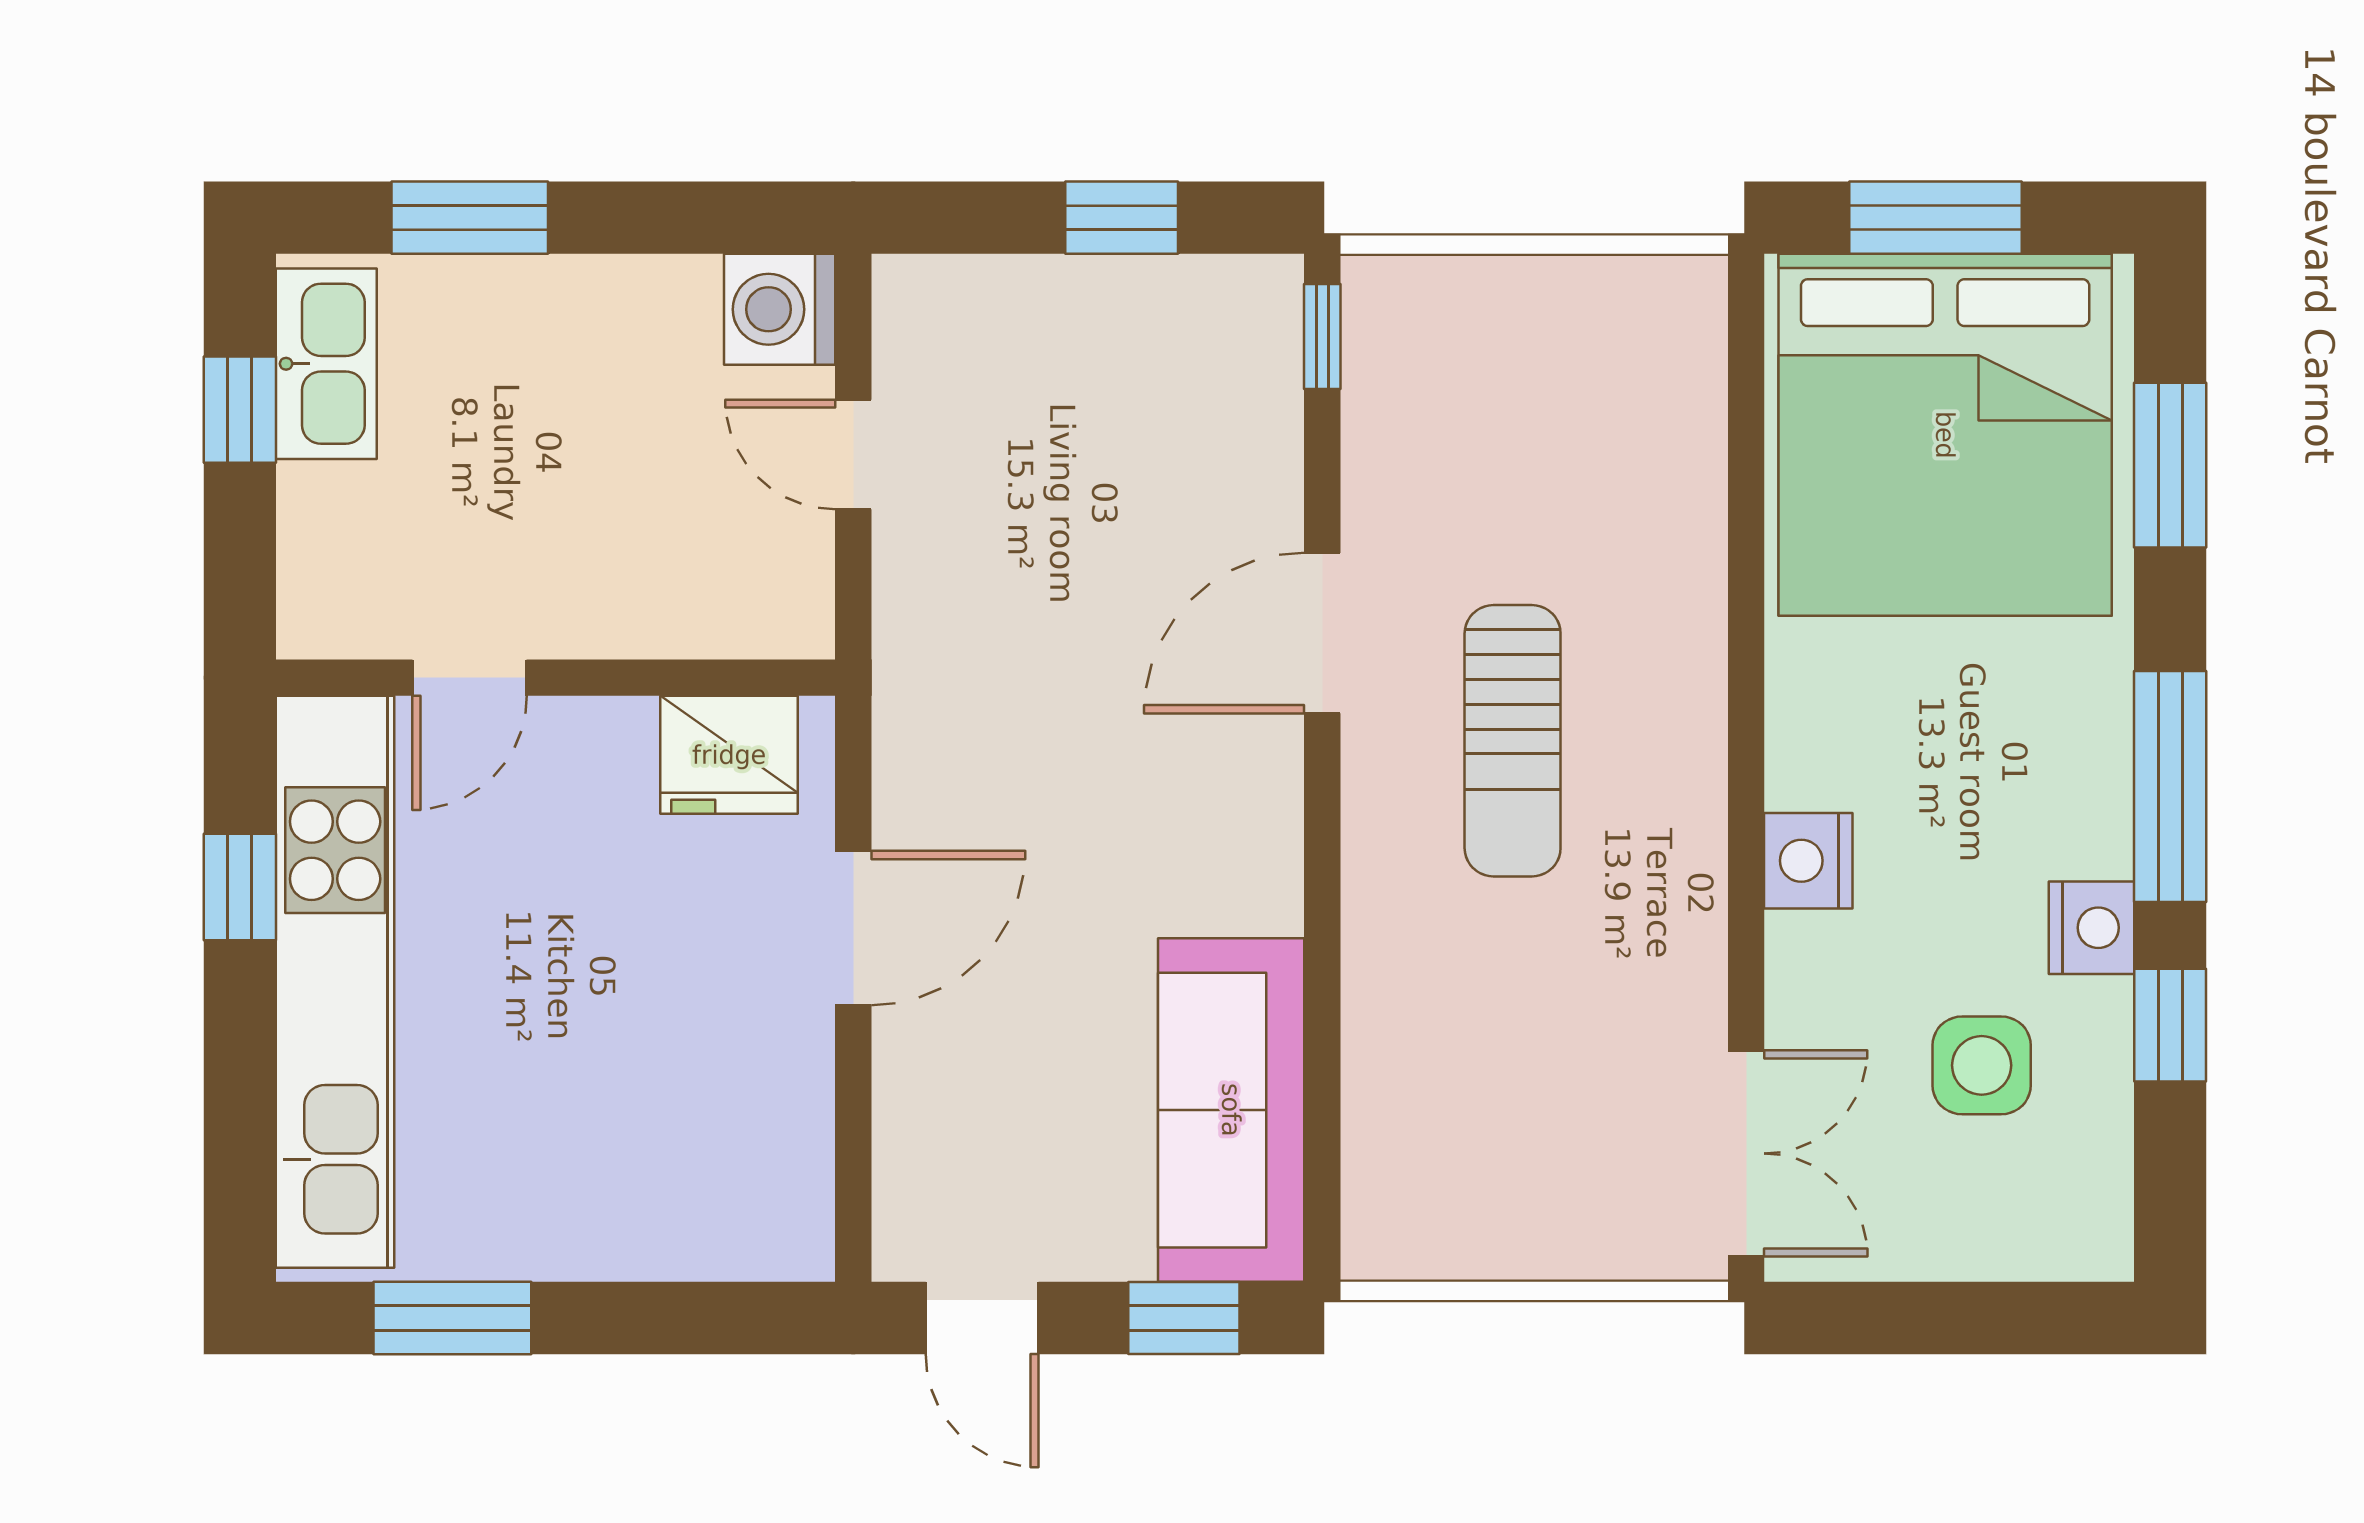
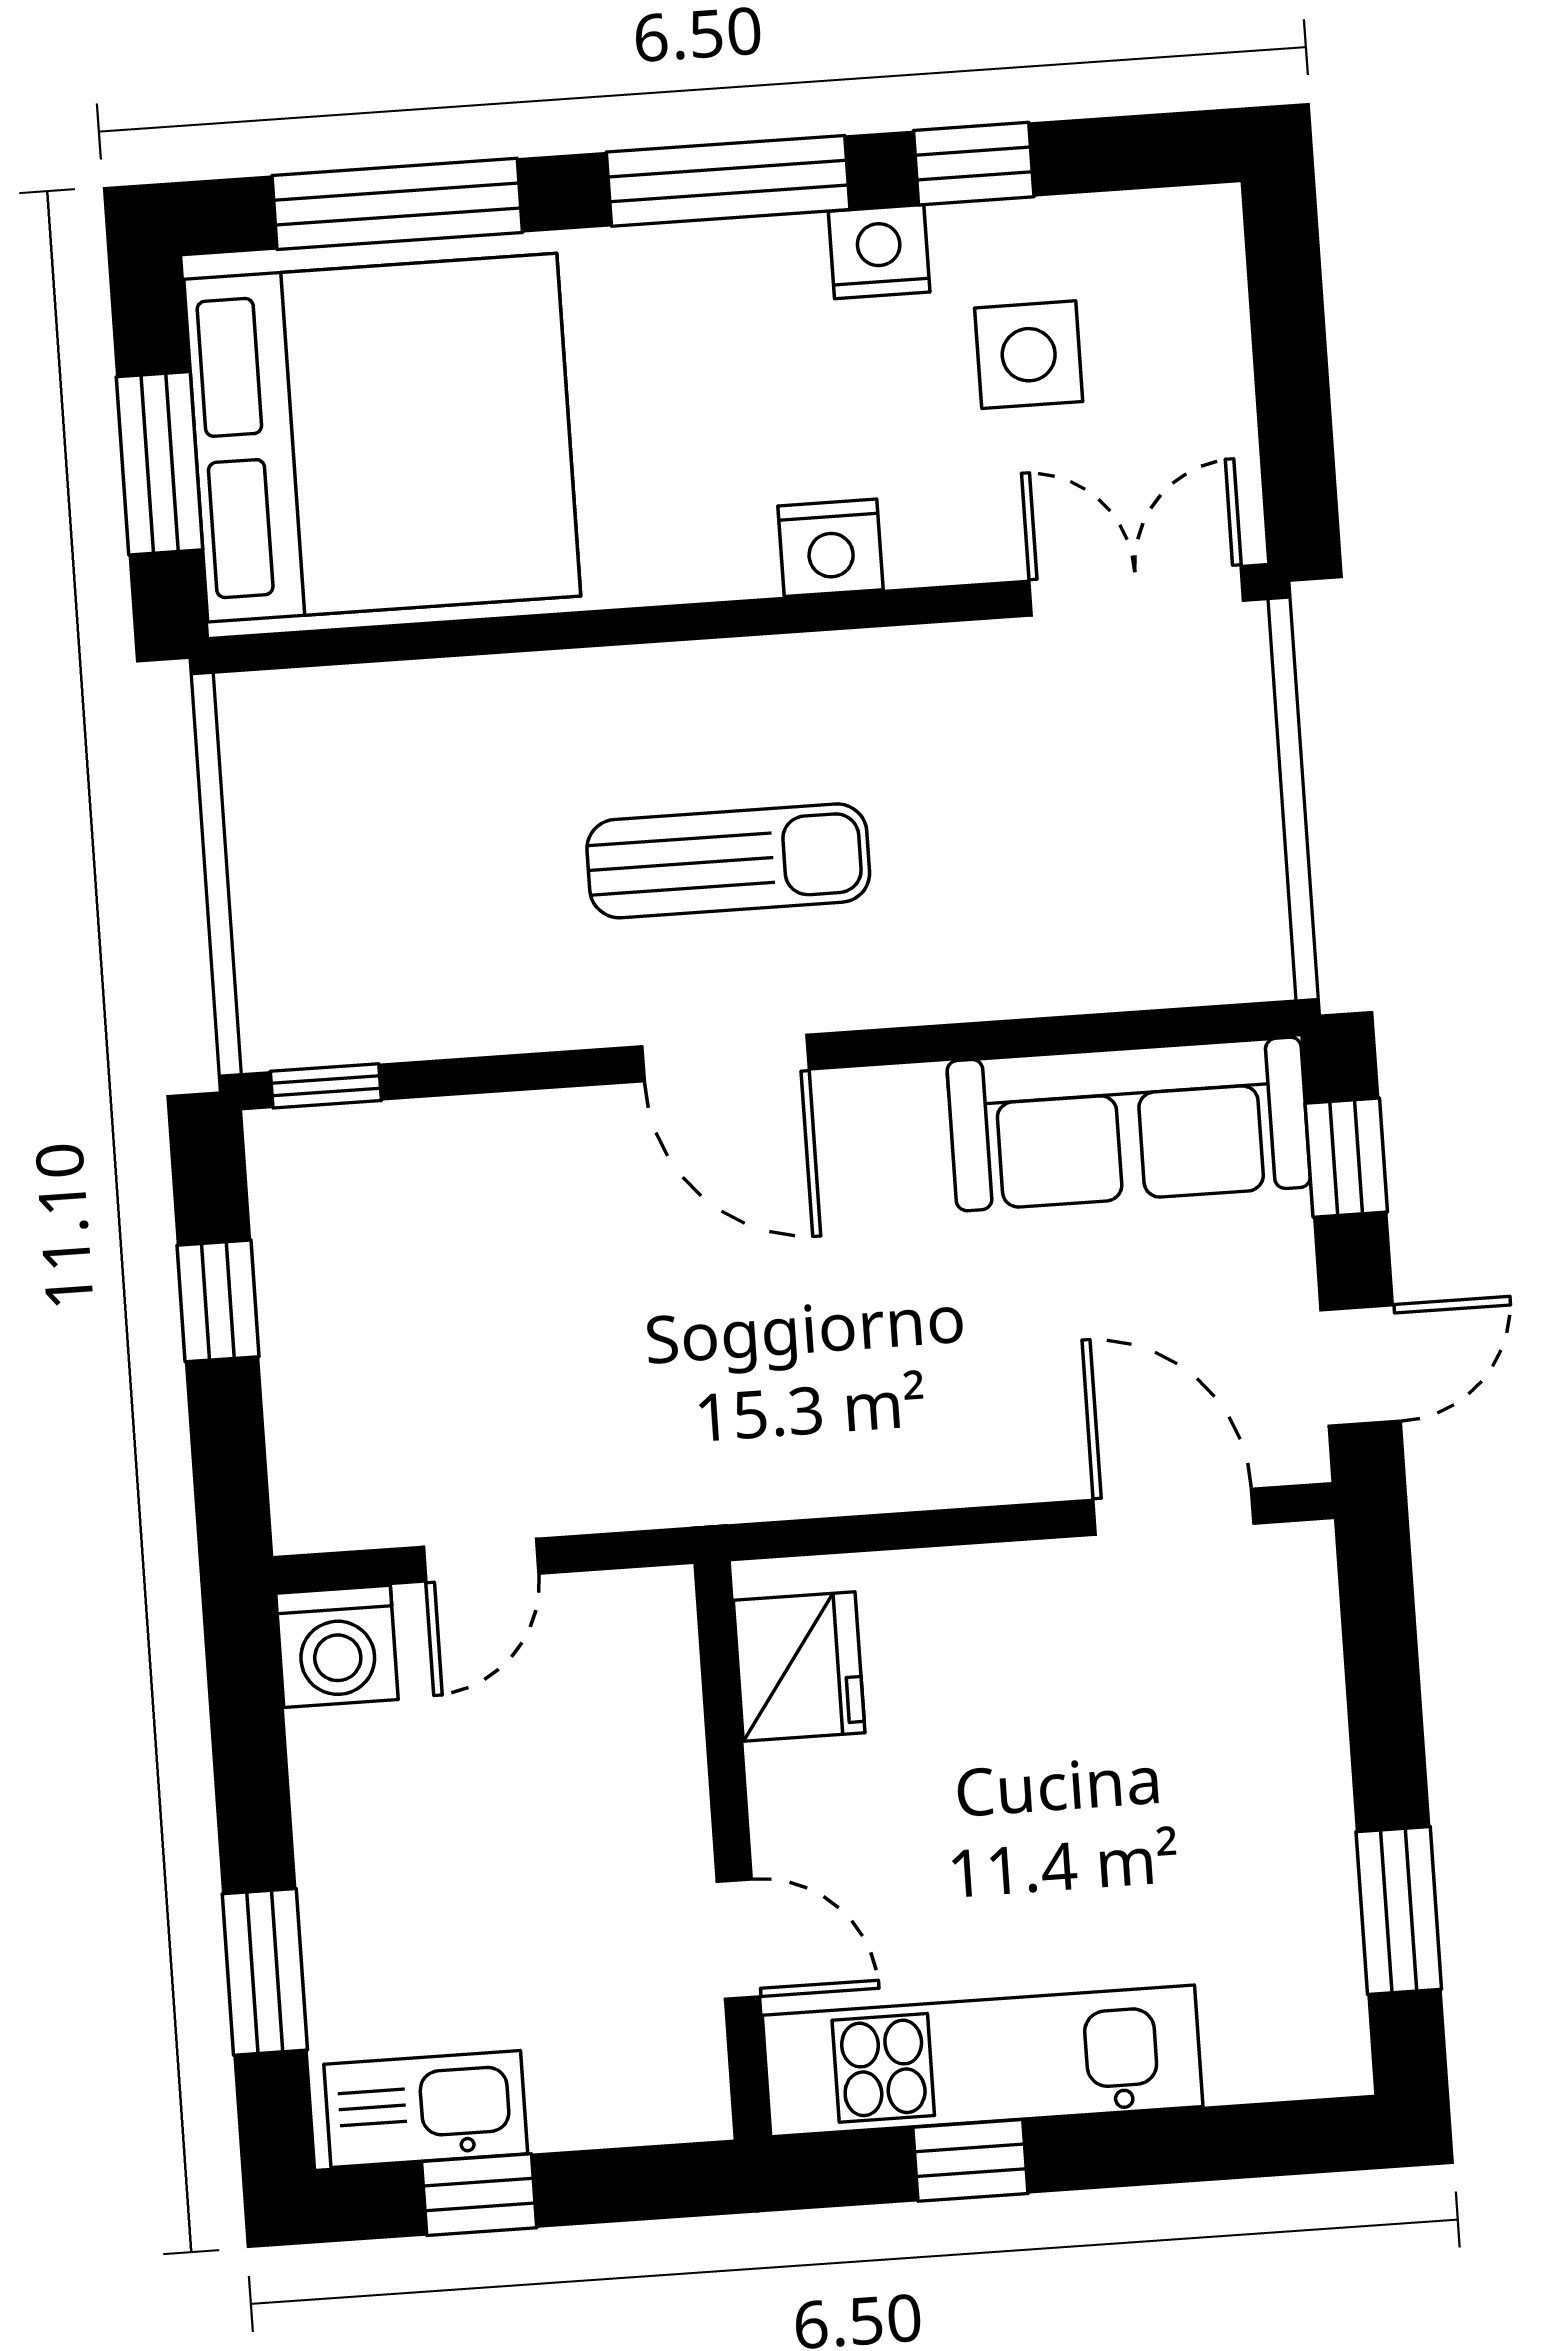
window: (2170, 465) -> (397, 204), width x1.44
door: (1322, 633) -> (725, 1058), moved
door: (853, 928) -> (1173, 1512), moved
kitchen unit: (335, 982) -> (983, 2061), width x0.73

